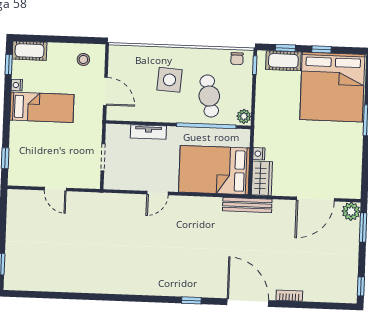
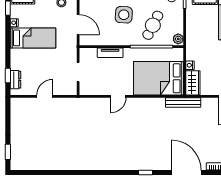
cafe table: (209, 96) -> (153, 25), turned 37
dresser: (15, 164) -> (16, 80), added
door: (55, 189) -> (45, 96), swing flipped

